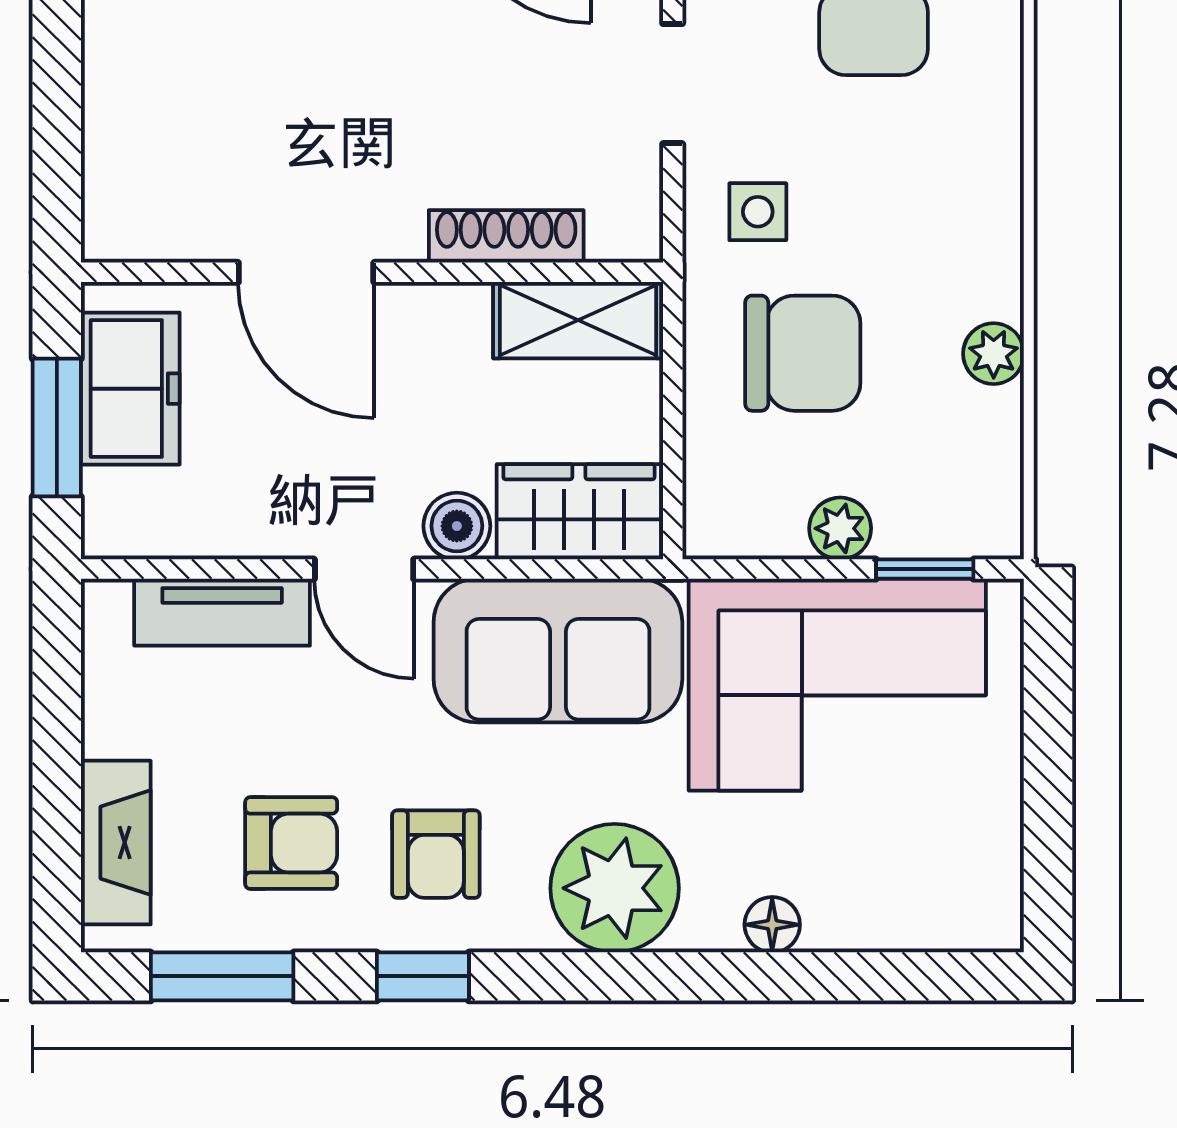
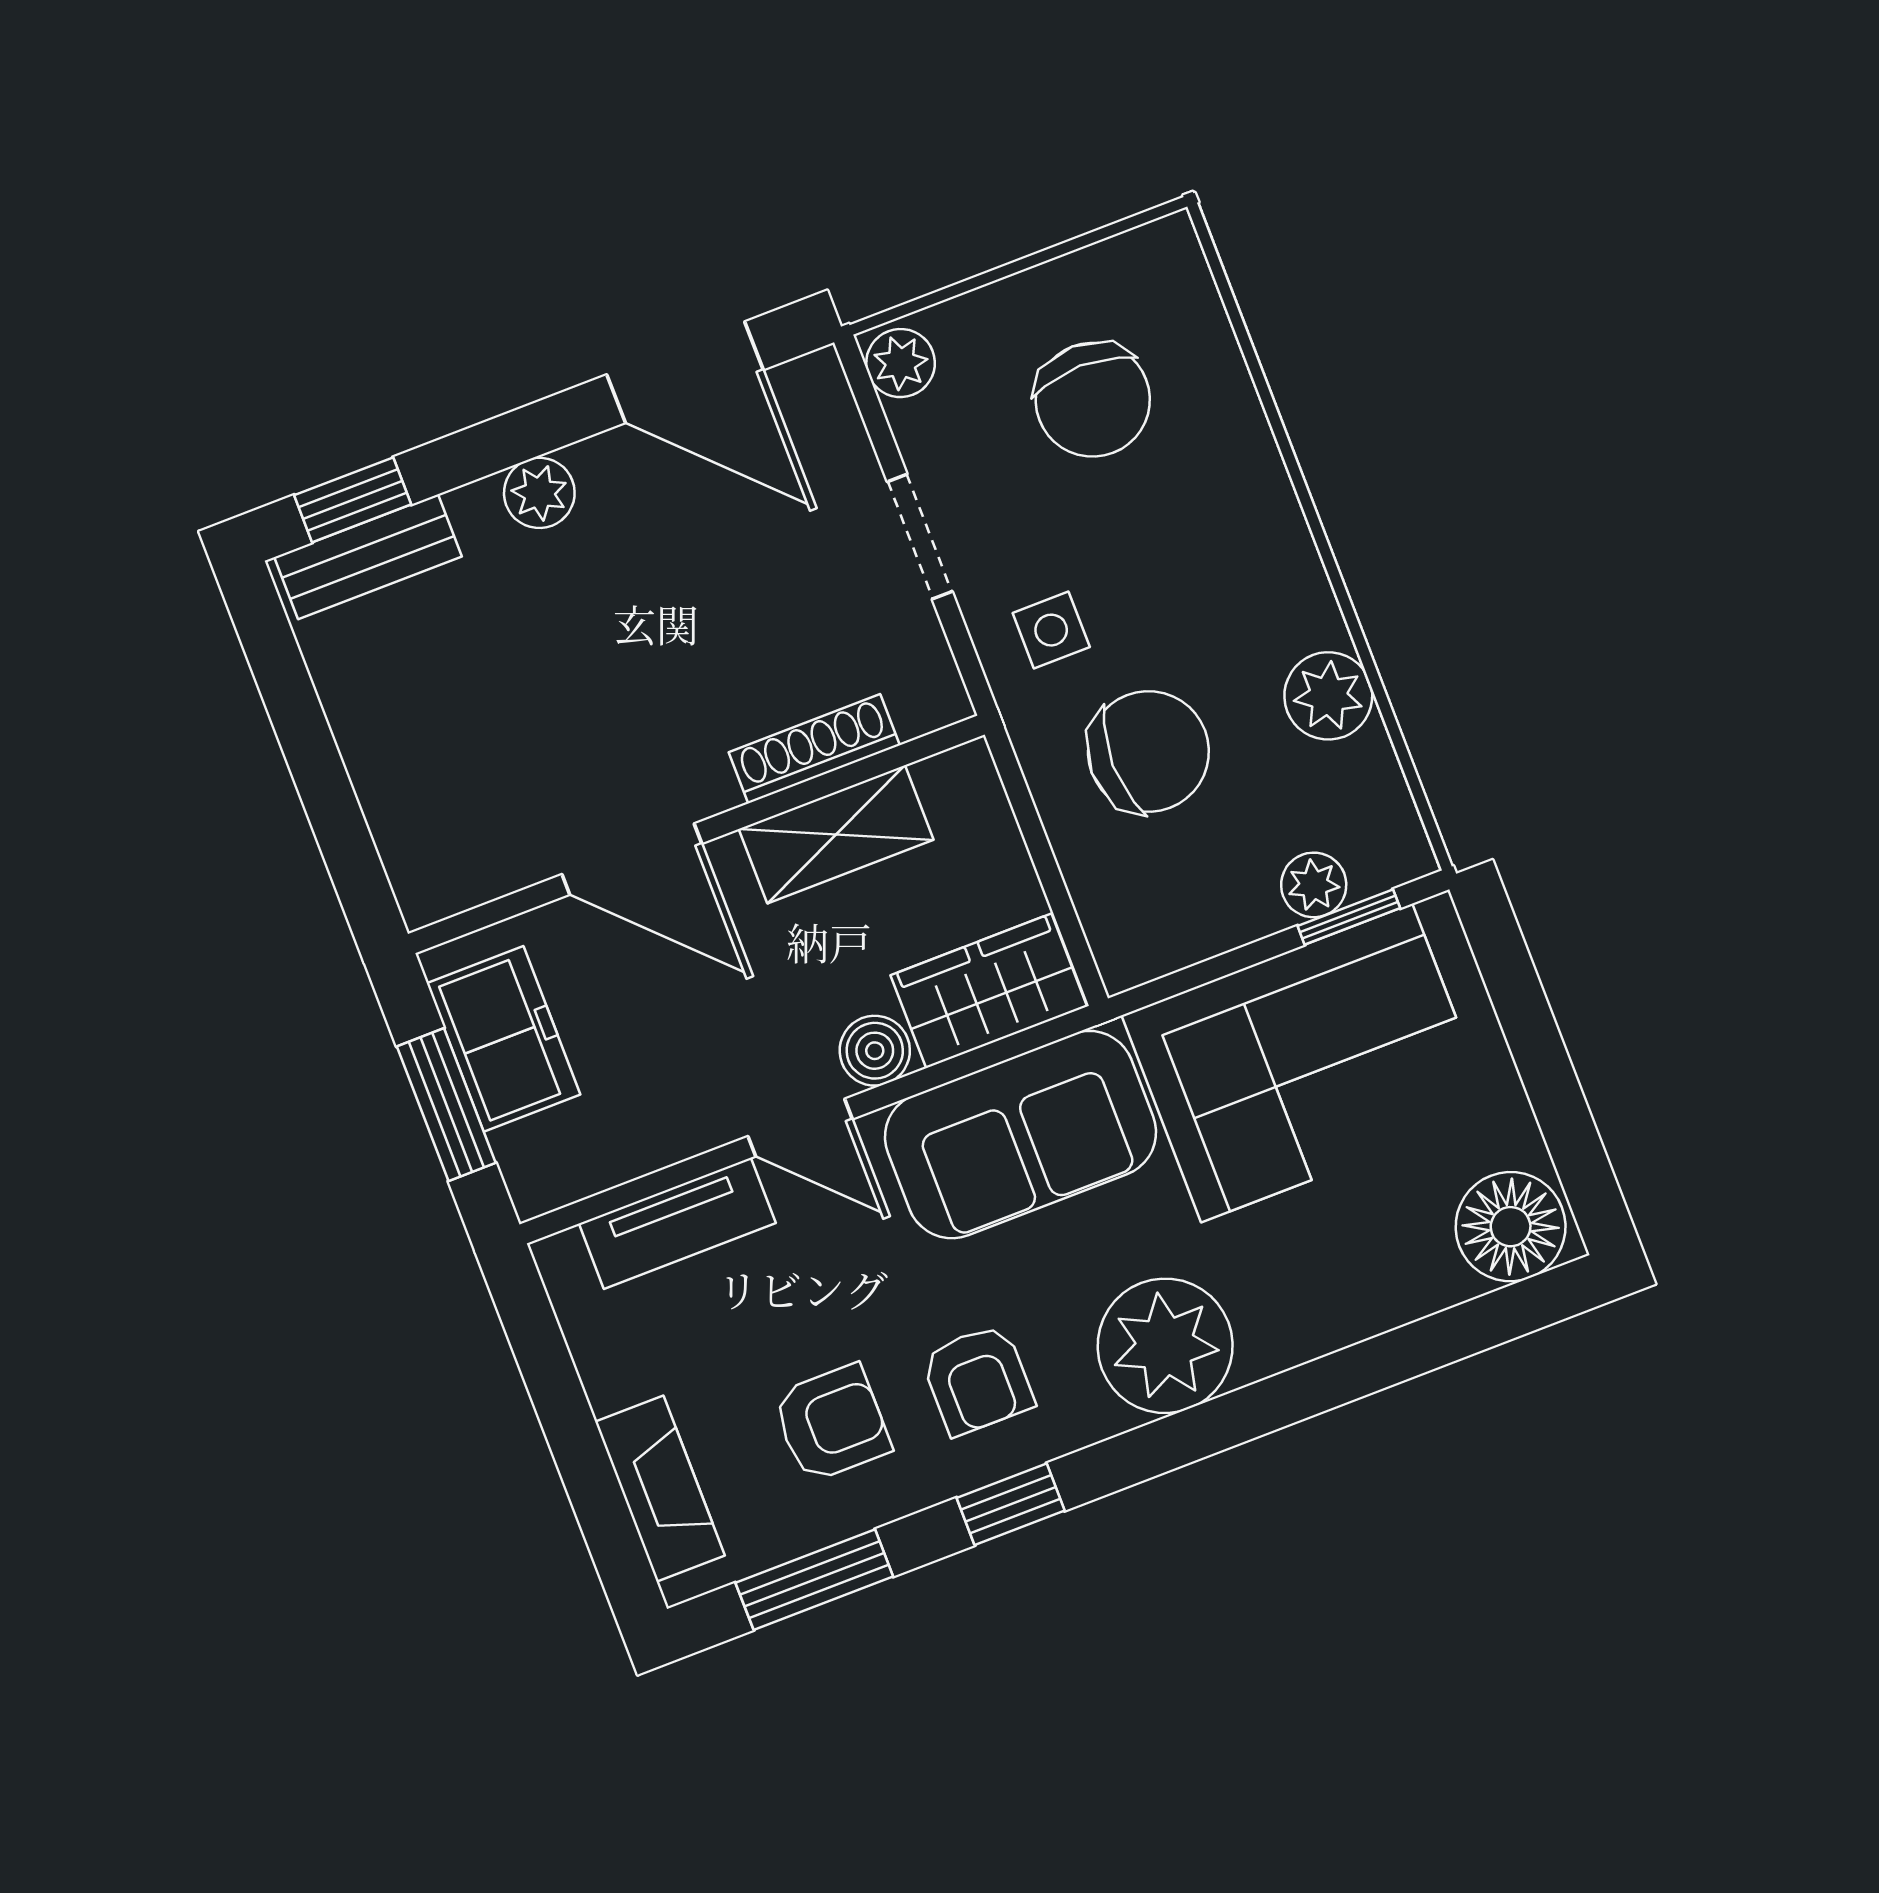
shelving: (578, 320) -> (836, 834), moved
plant: (994, 354) -> (1328, 696), width x1.38, depth x1.38
plant: (840, 528) -> (1314, 885), moved
floor lamp: (772, 925) -> (1511, 1227), moved, width x1.89, depth x1.89

